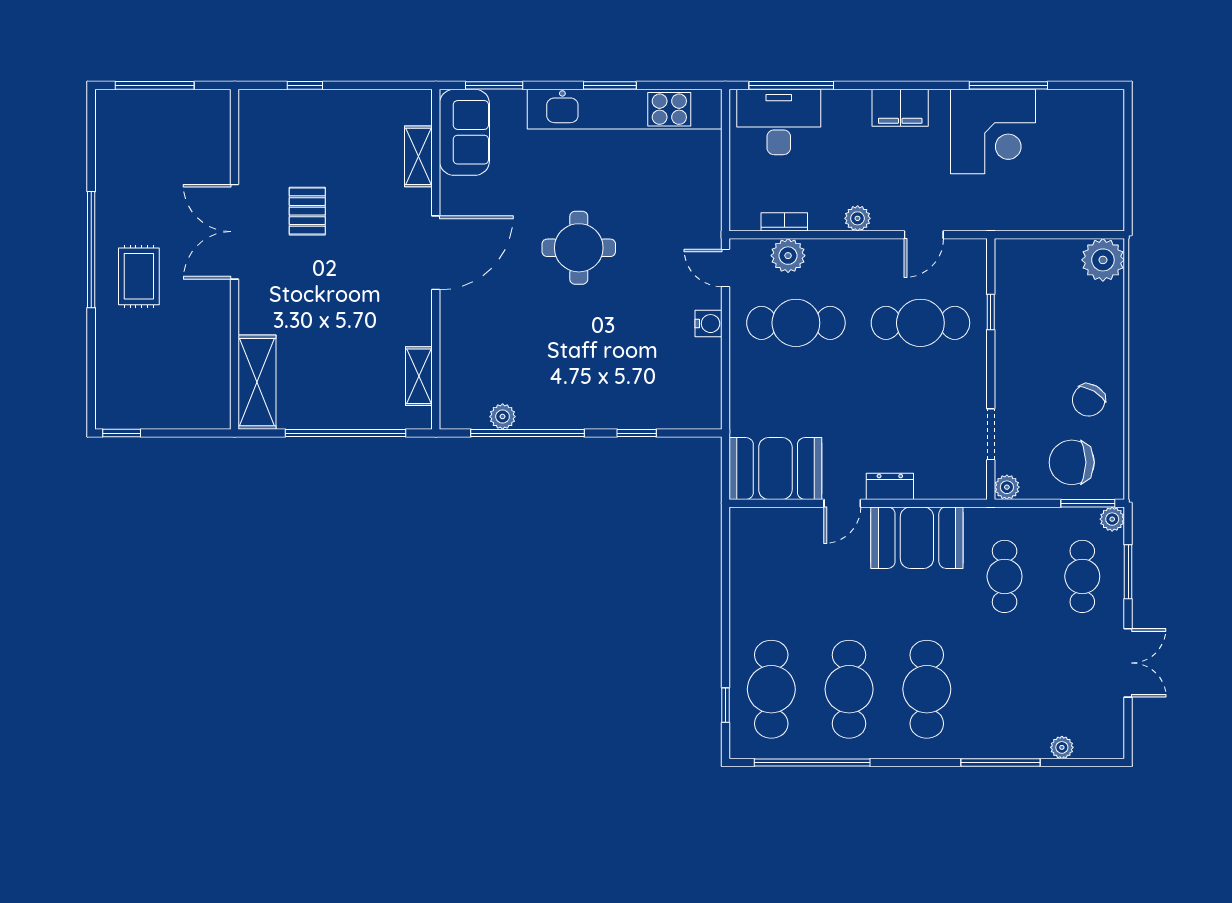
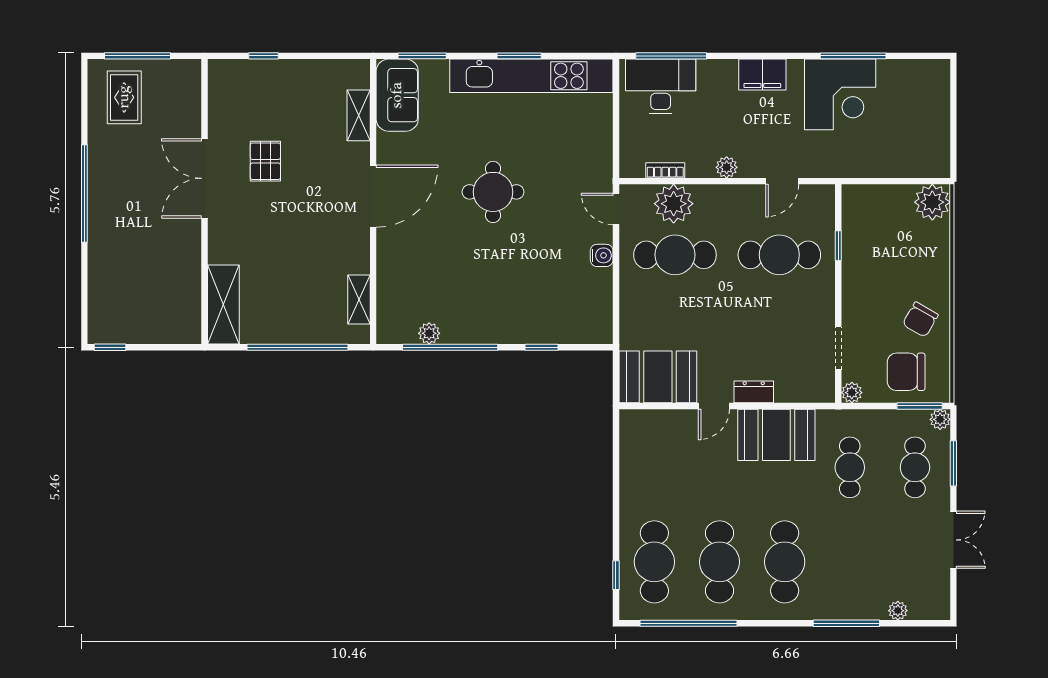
plant: (788, 256) -> (674, 204), width x1.36, depth x1.36
rug: (139, 276) -> (124, 97), moved

